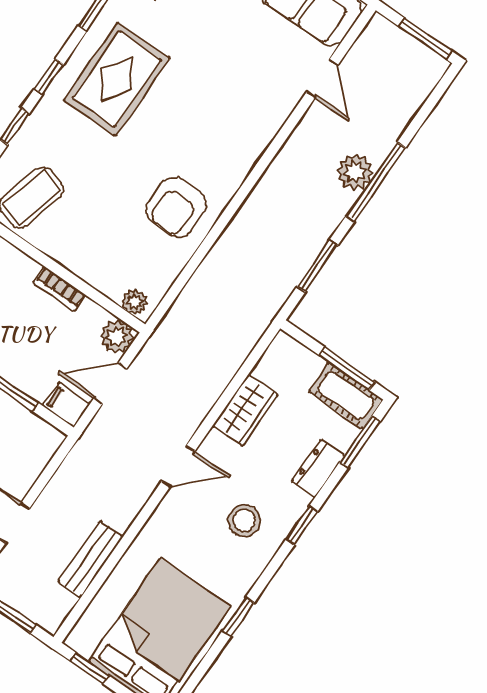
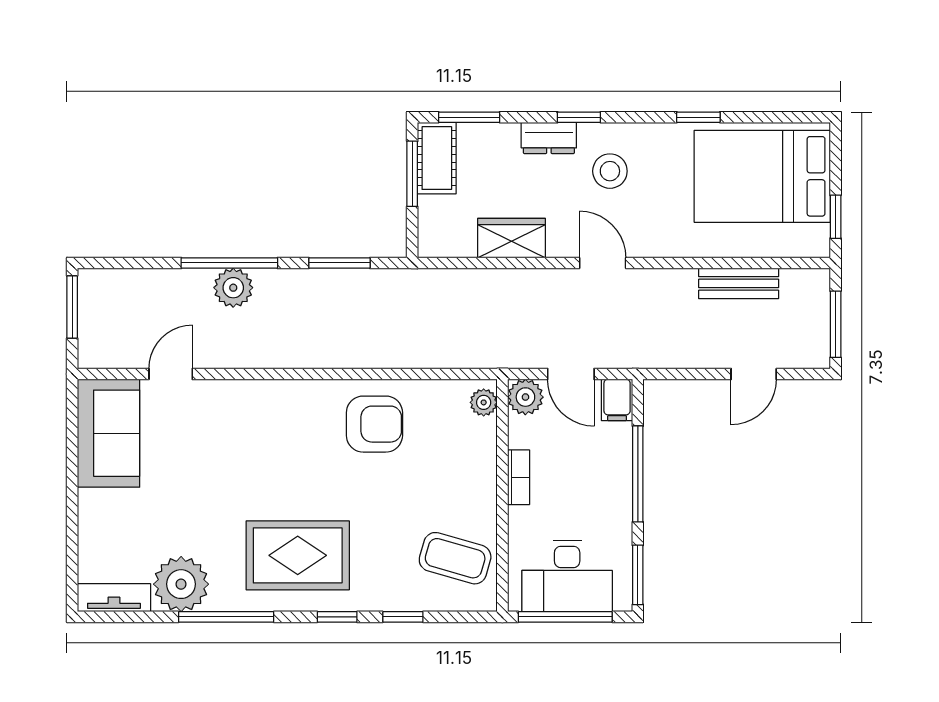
dresser: (318, 468) -> (549, 138), moved

